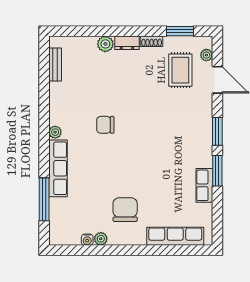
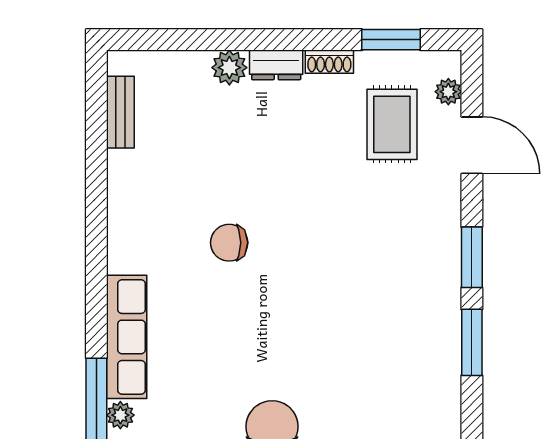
plant: (55, 132) -> (120, 415), moved
row of seats: (204, 185) -> (444, 374), removed

